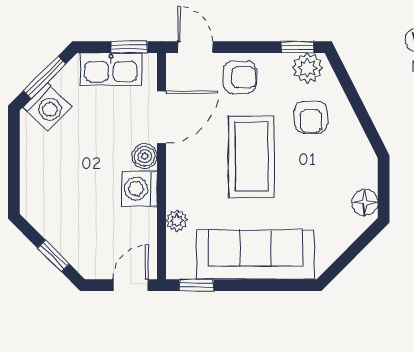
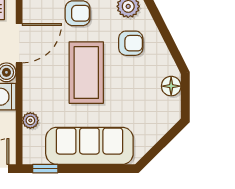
armchair: (311, 117) -> (131, 43), turned -90
floor lamp: (365, 202) -> (171, 86), moved

